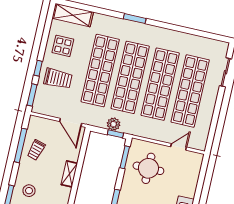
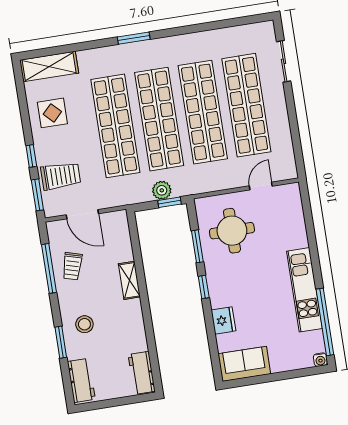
trolley: (58, 78) -> (61, 176), moved
door: (71, 122) -> (82, 214), moved
window: (125, 157) -> (197, 246), moved

